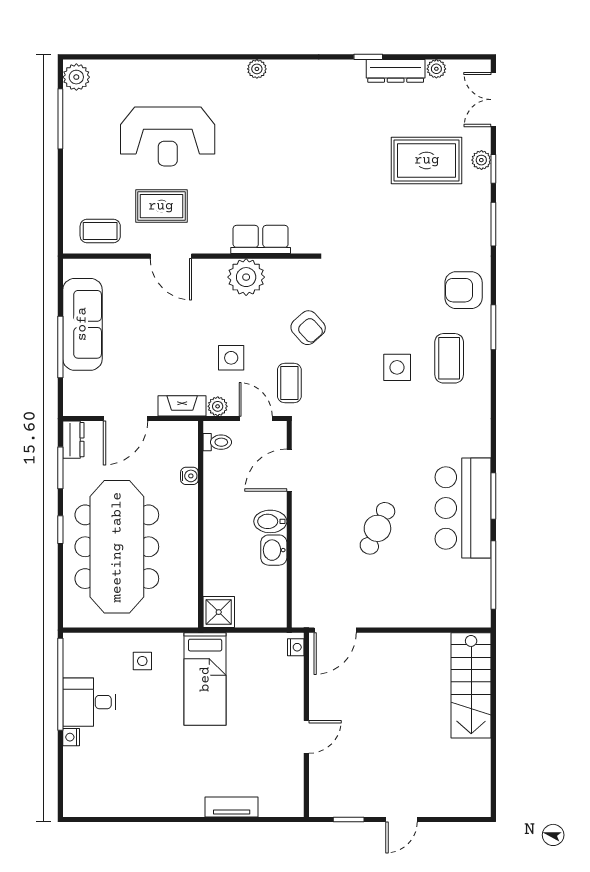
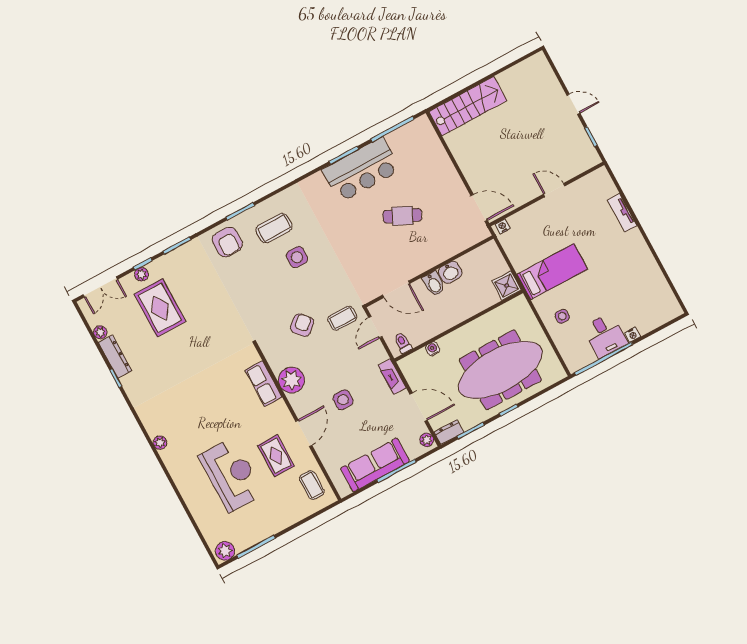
side table: (231, 358) -> (343, 400), moved
plant: (218, 406) -> (427, 440), moved

